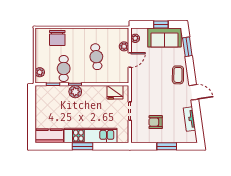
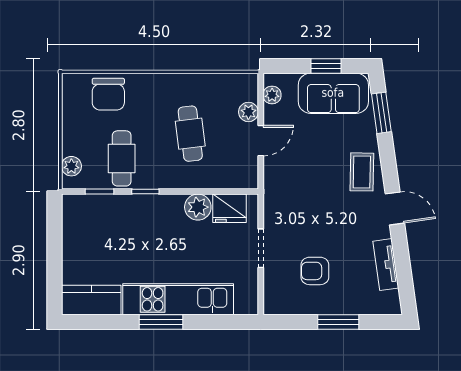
plant: (75, 92) -> (198, 207), moved

